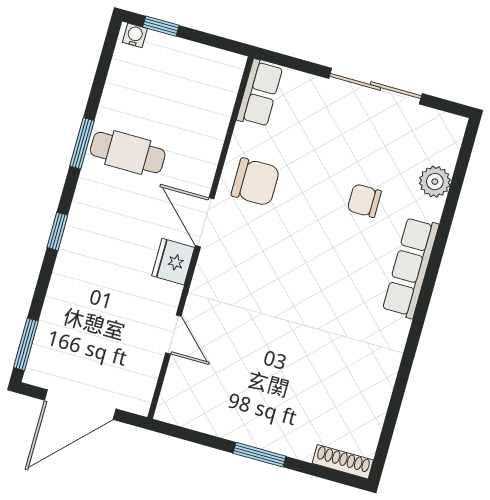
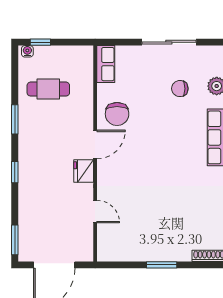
cafe table: (128, 152) -> (48, 89), moved
chair: (255, 182) -> (117, 114), turned 90
chair: (364, 201) -> (180, 89), moved
door: (205, 222) -> (95, 144), swing flipped

